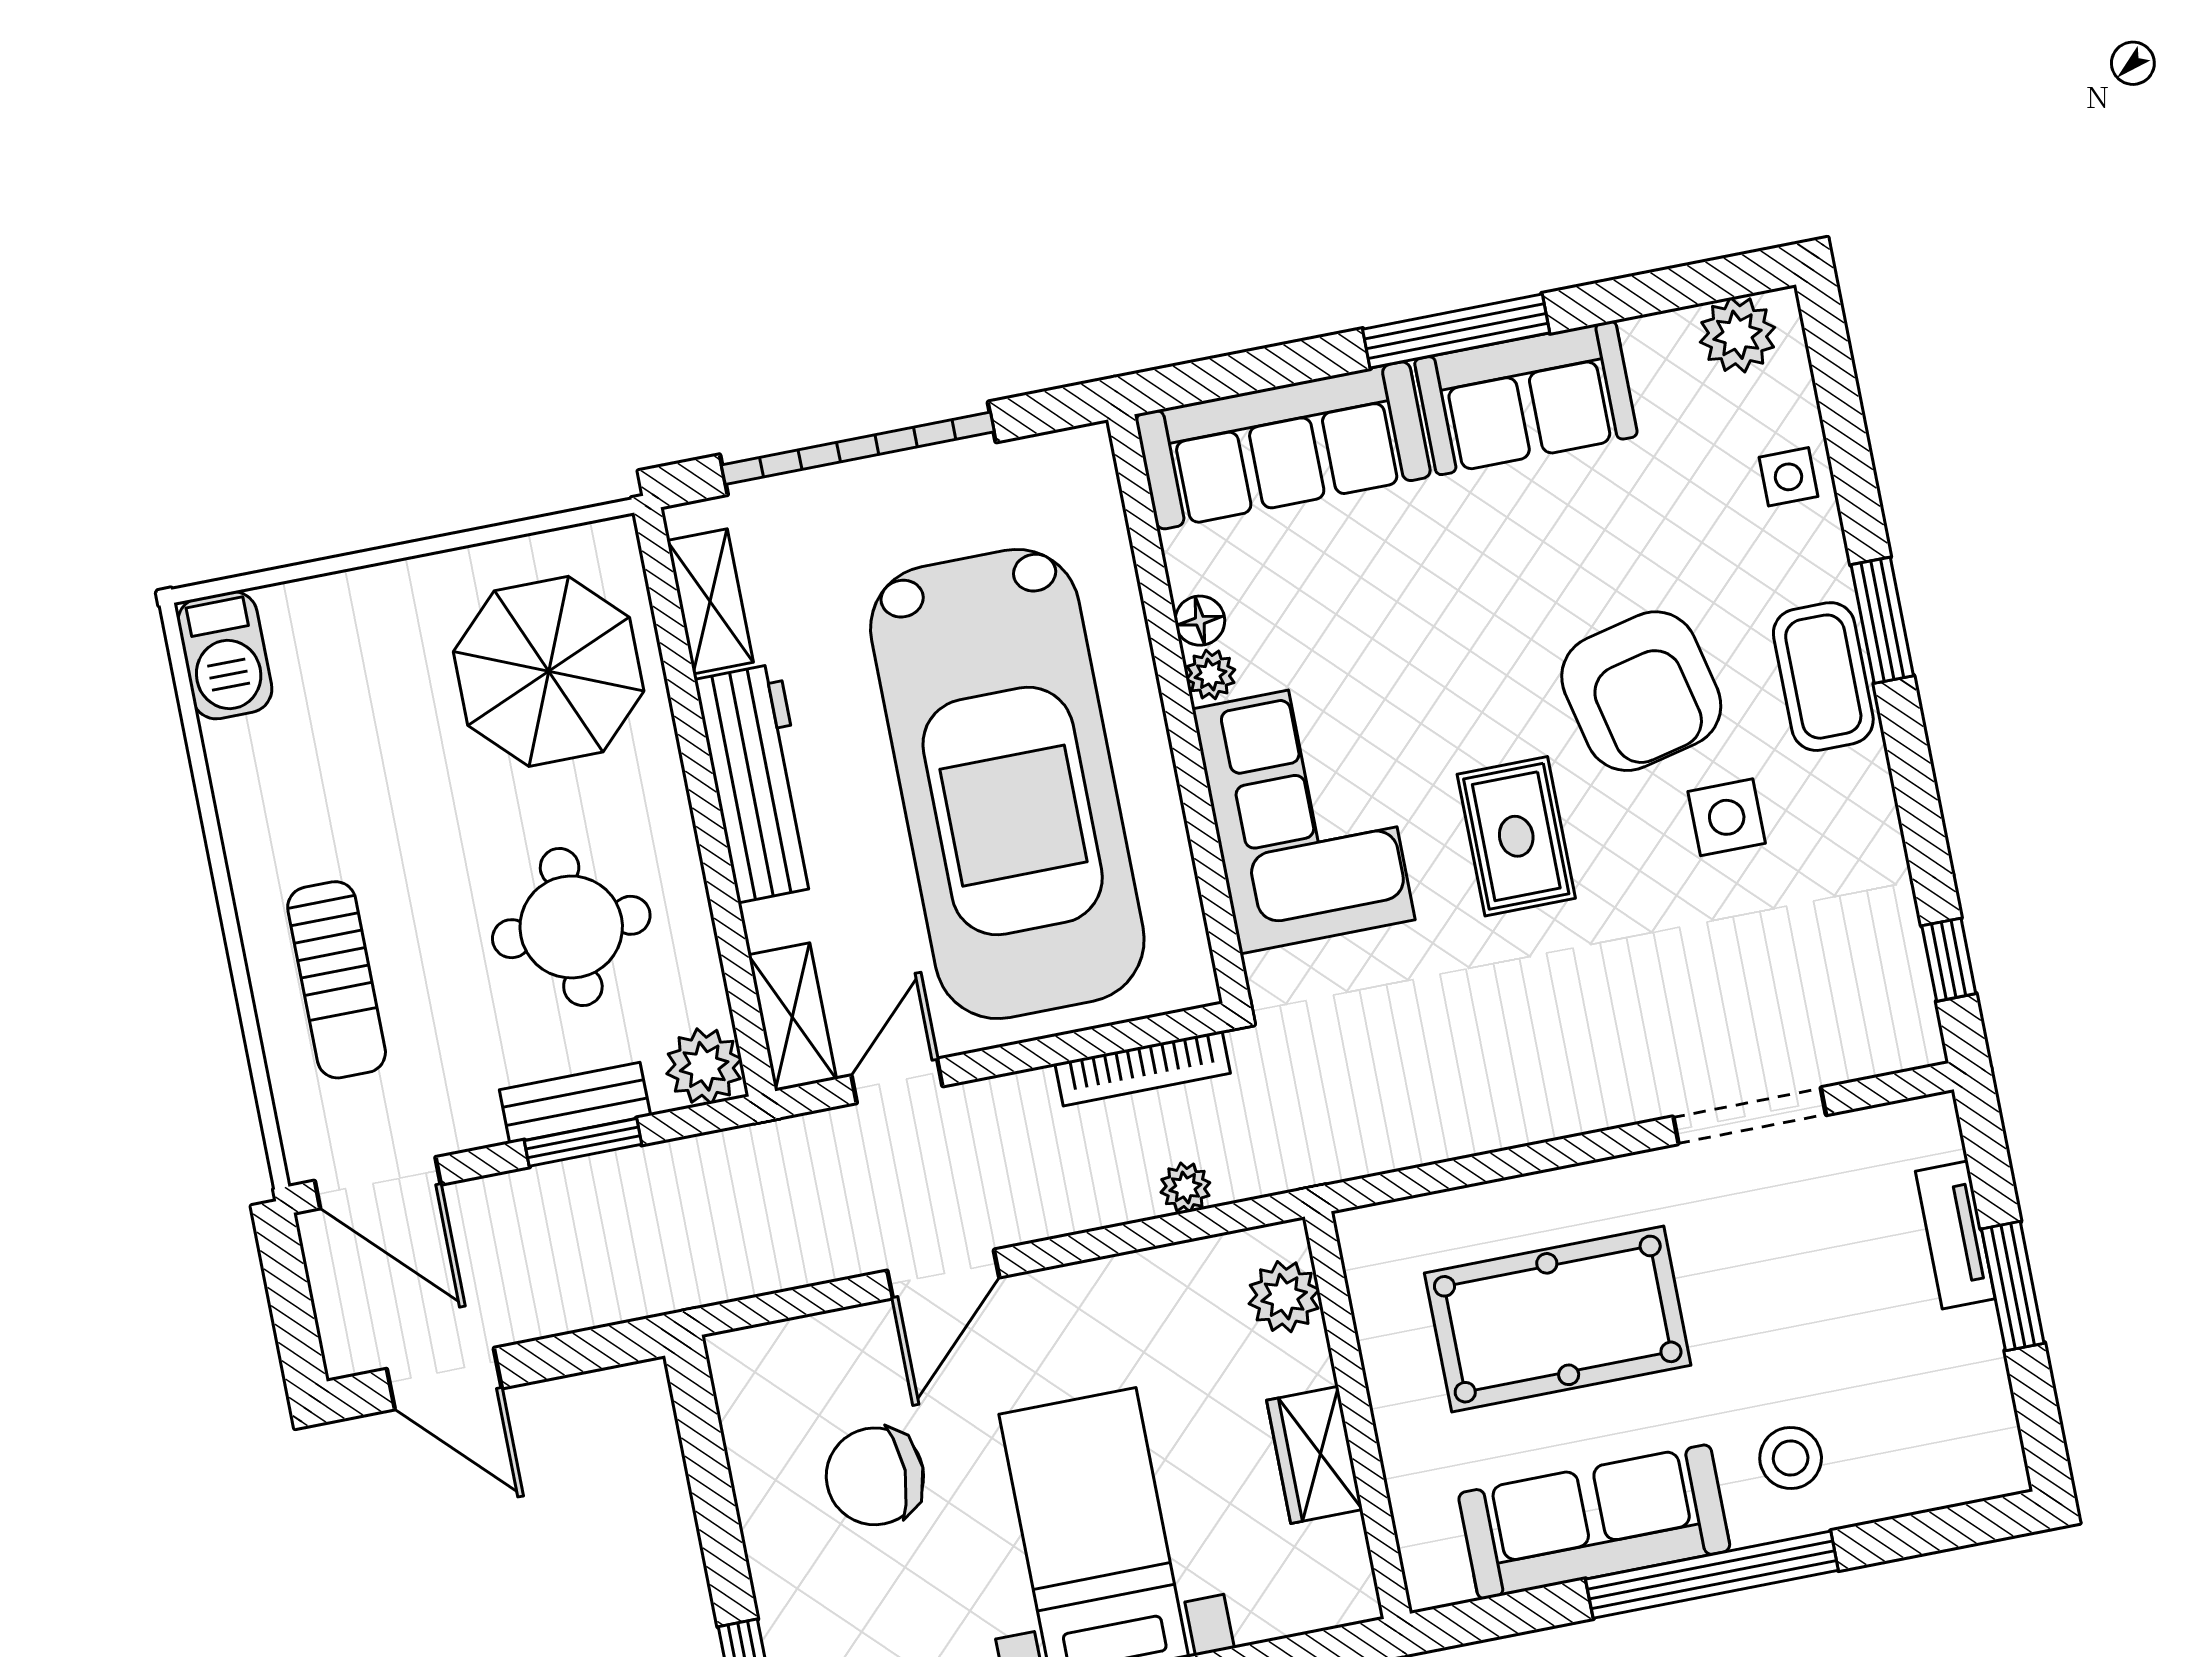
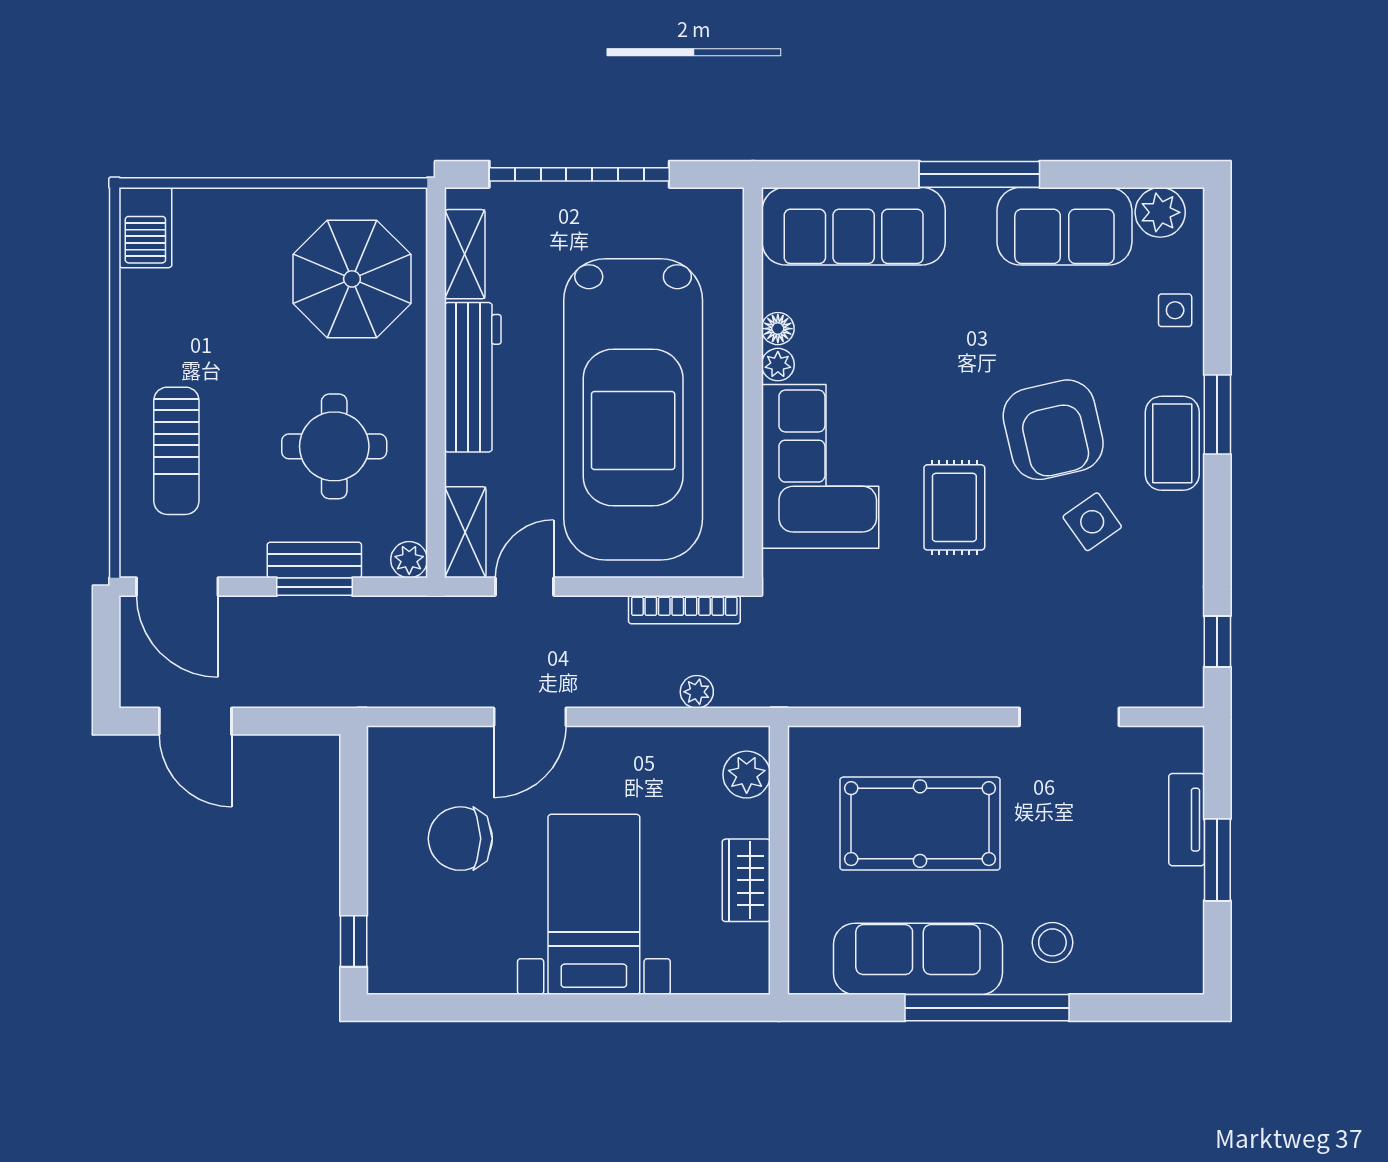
sofa: (1526, 398) -> (1064, 226), moved
side table: (1727, 817) -> (1092, 522), turned -35
plant: (704, 1066) -> (409, 560), width x0.73, depth x0.73

